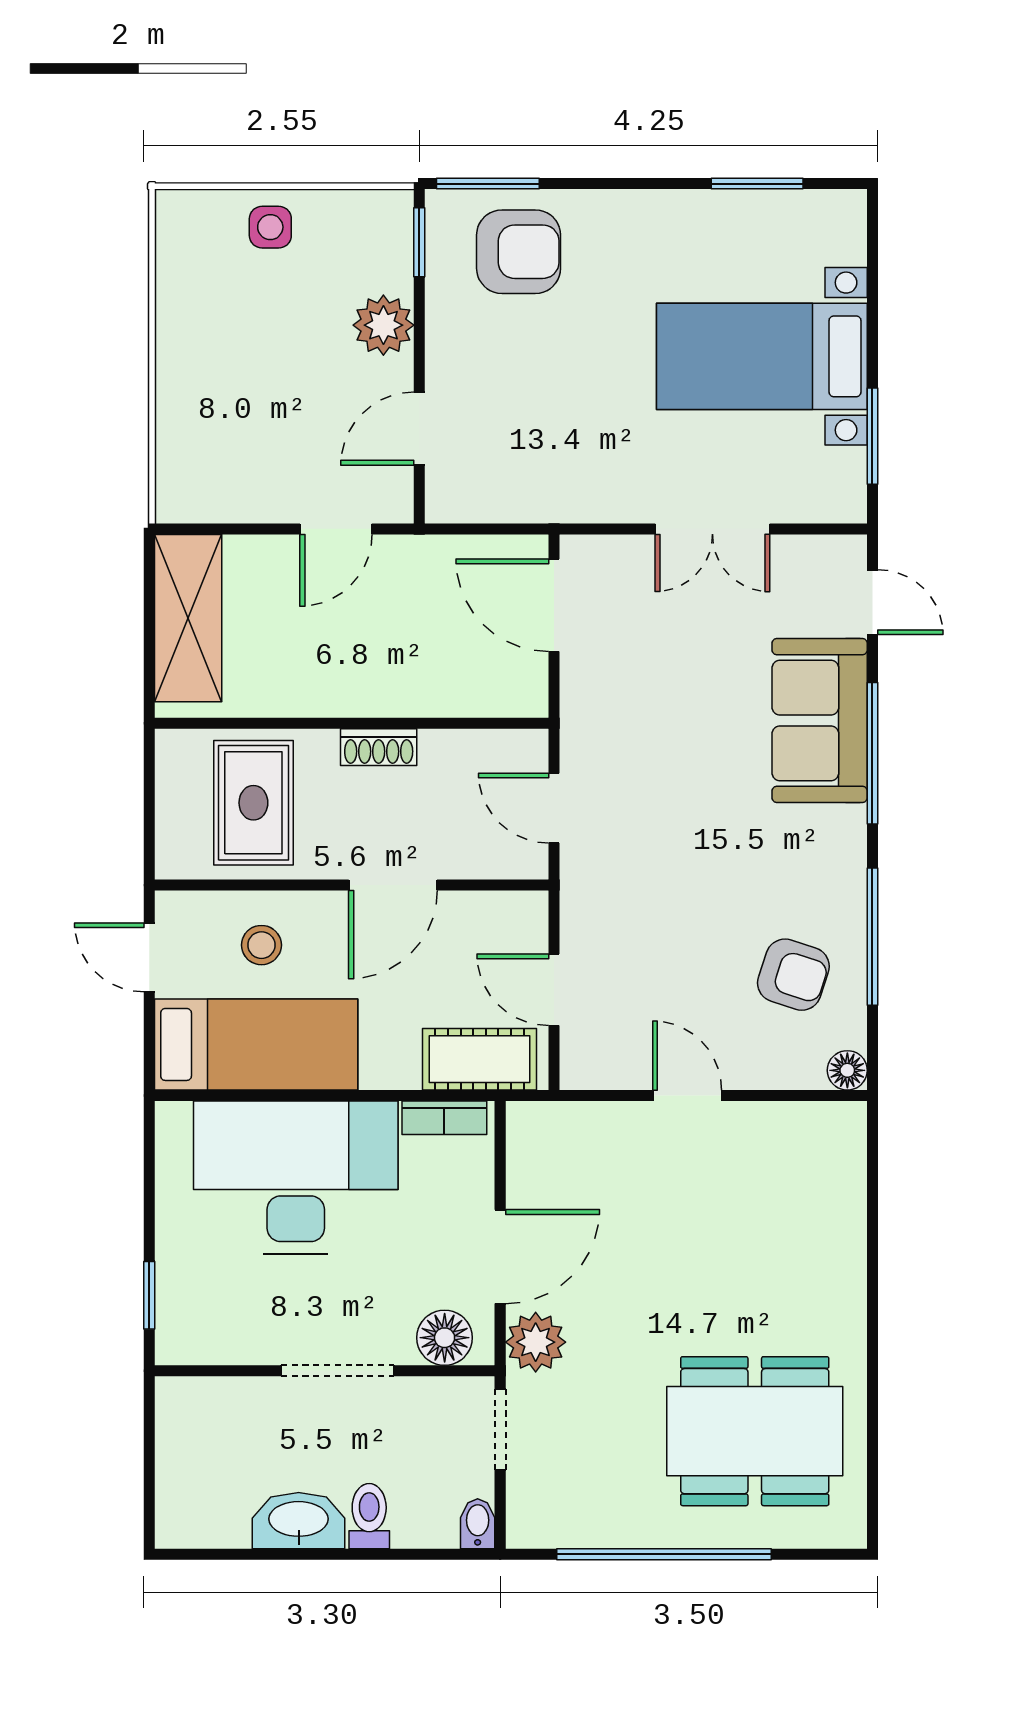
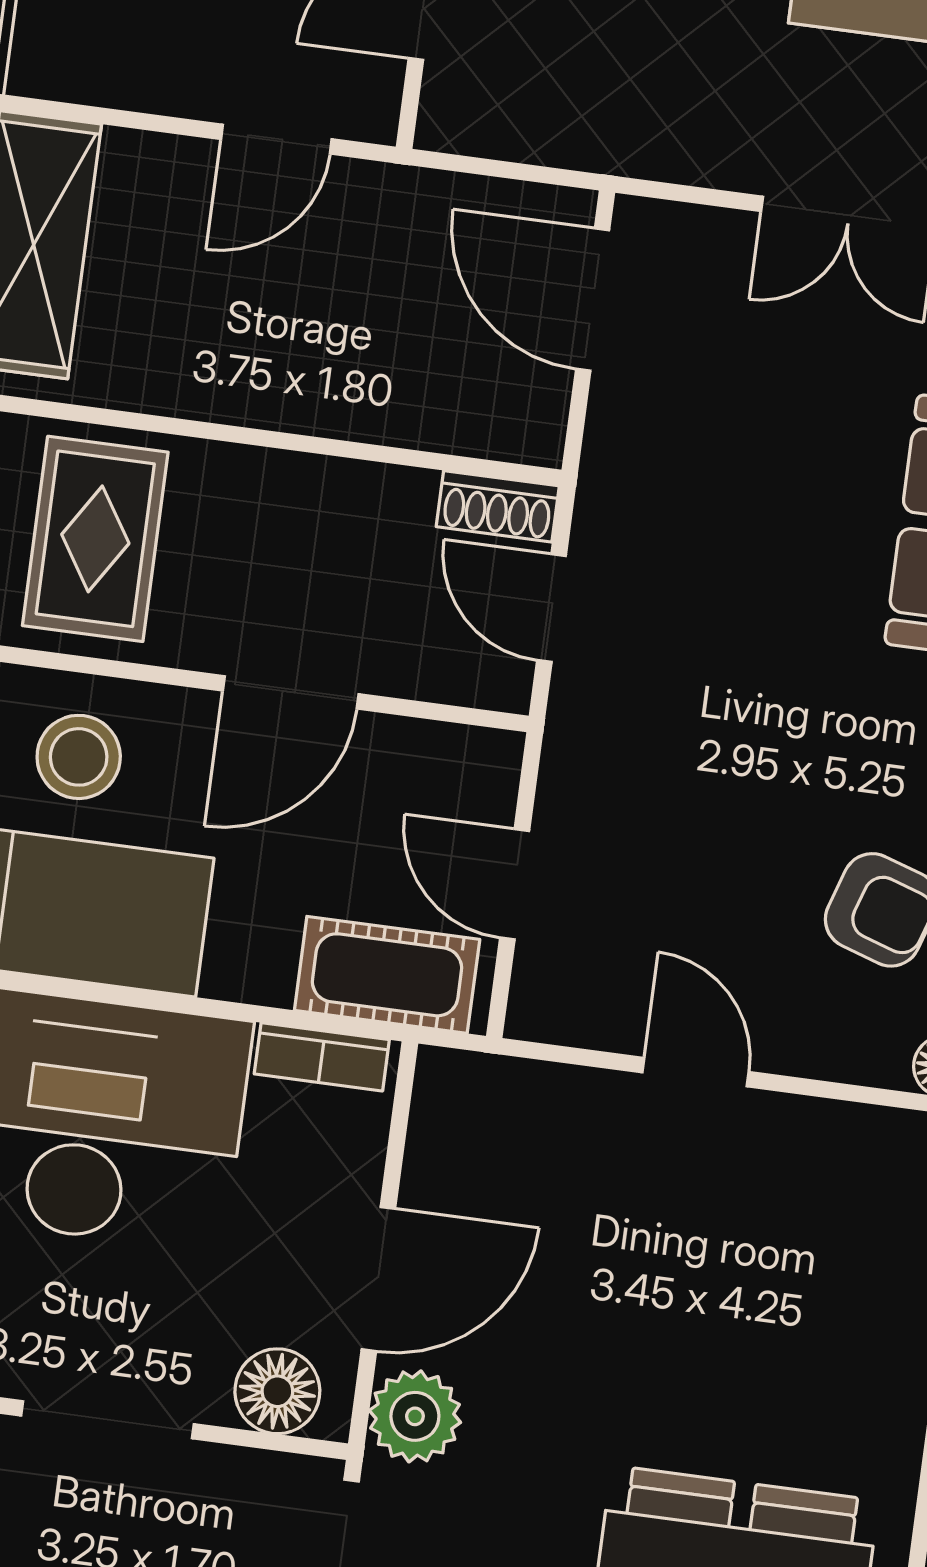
shoe rack: (379, 747) -> (498, 506), moved
stool: (261, 945) -> (79, 757), width x1.37, depth x1.37

